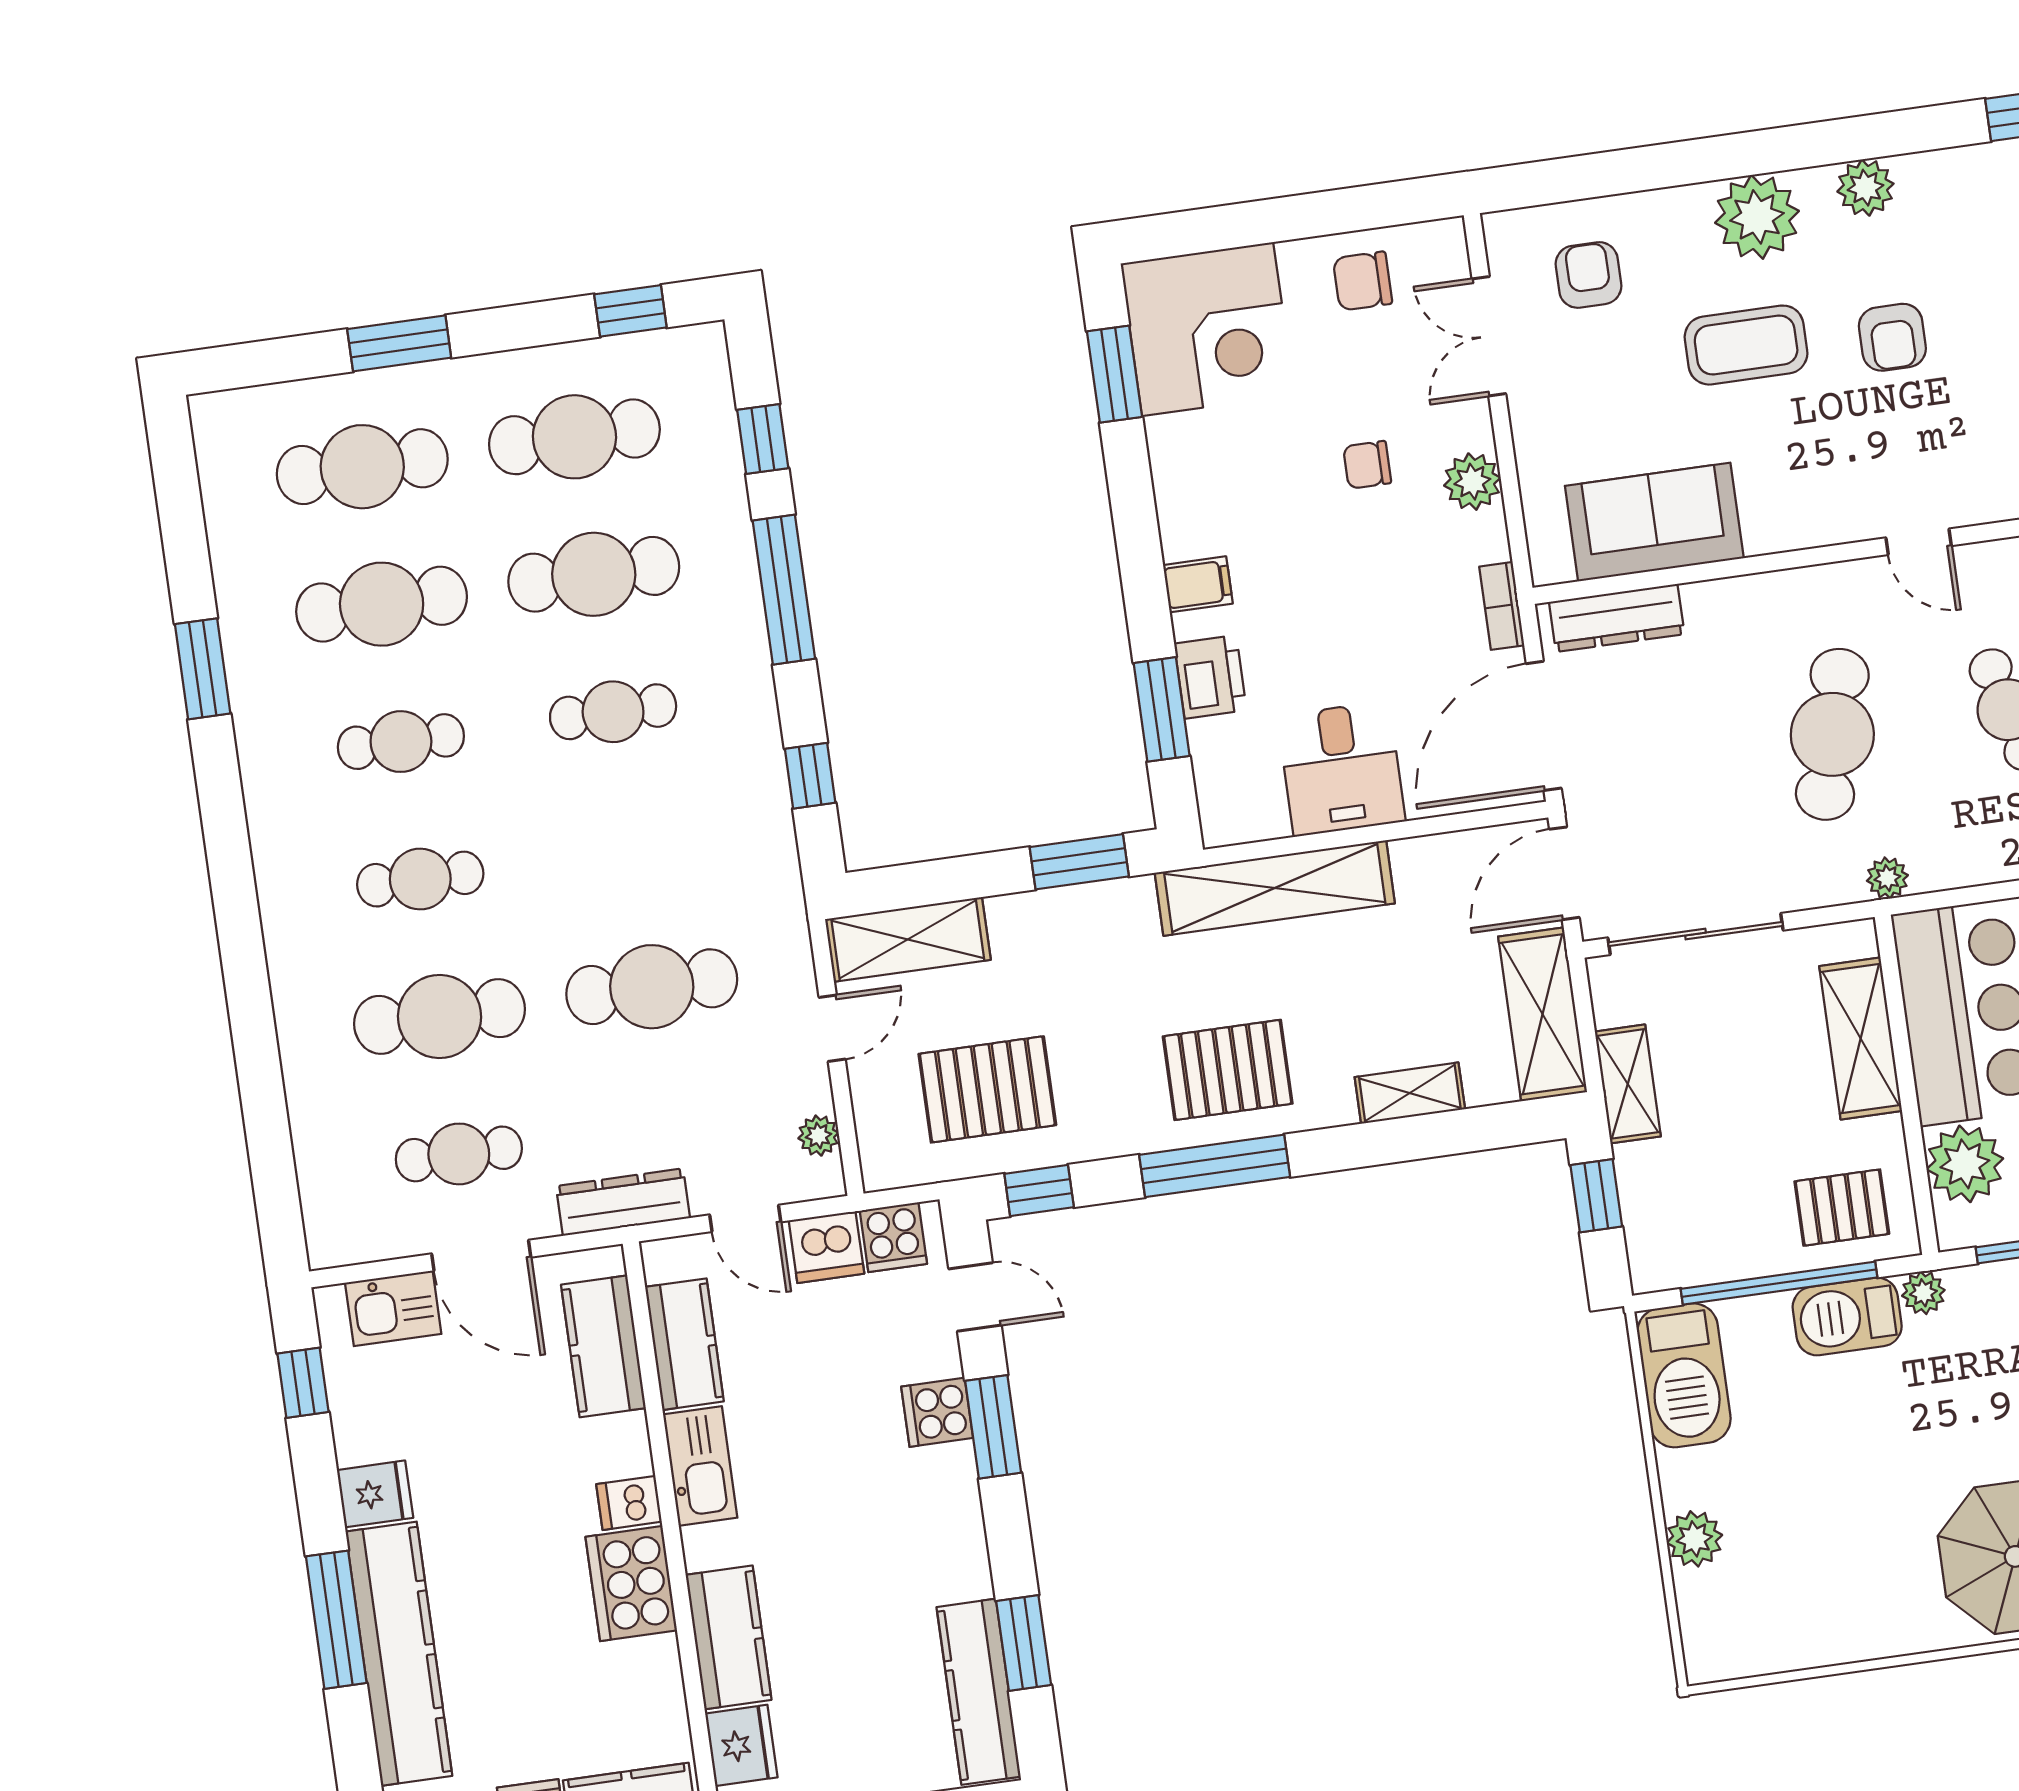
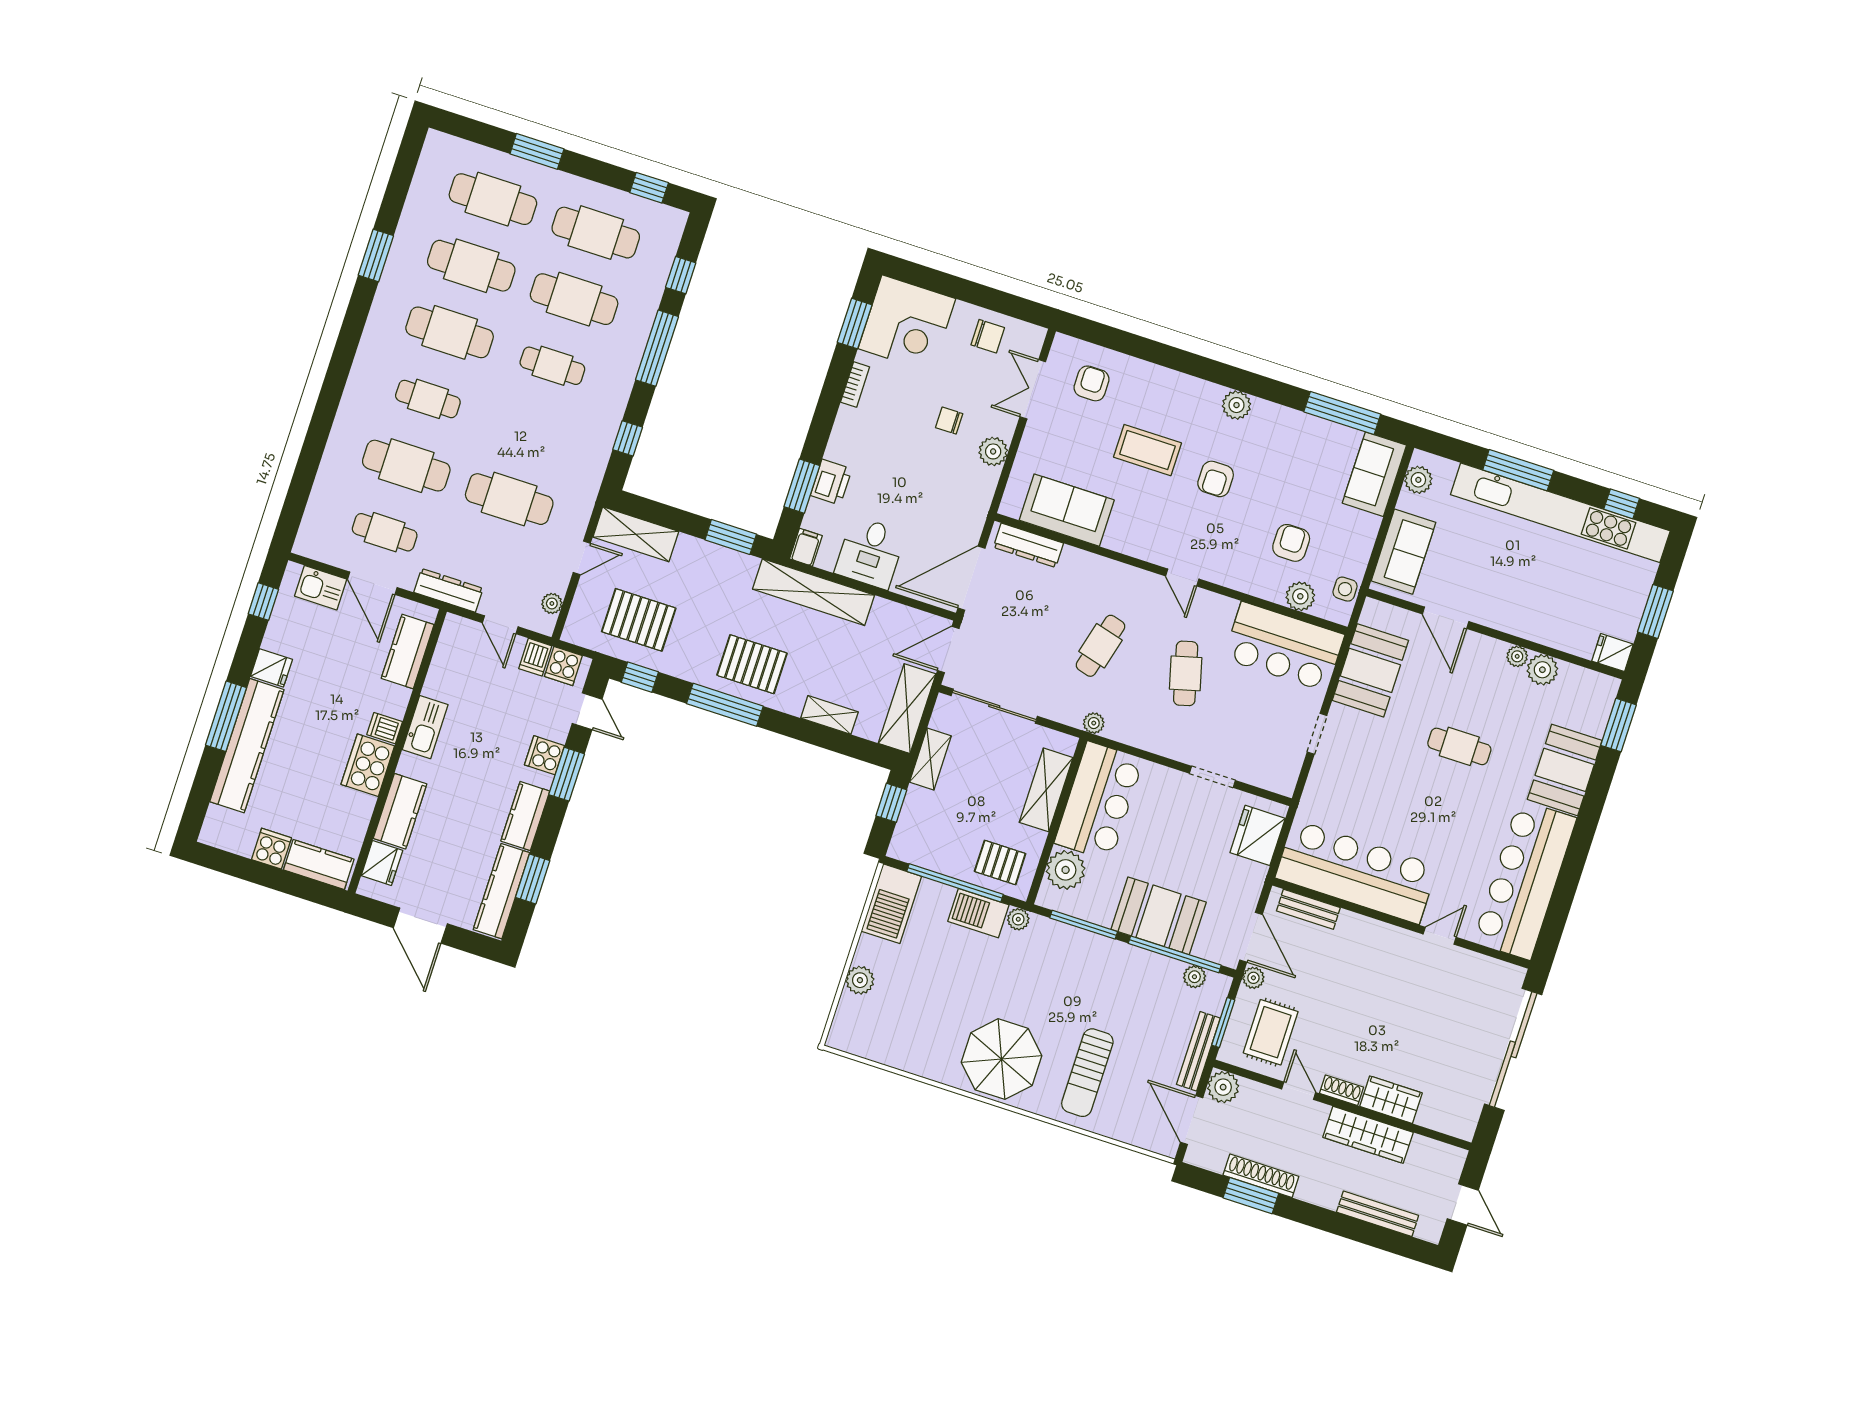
plant: (1757, 217) -> (1181, 394), removed
chair: (1363, 281) -> (988, 336), turned 180
filing cabinet: (1198, 584) -> (806, 547), moved, turned -90
bookcase: (1502, 606) -> (855, 384), moved, turned 180
cafe table: (1832, 734) -> (1101, 646), width x0.73, depth x0.74
cafe table: (401, 742) -> (450, 332), width x1.37, depth x1.35
dishwasher: (826, 1247) -> (535, 657), width x0.73
kitchen counter: (684, 1344) -> (525, 816), moved, turned 180

